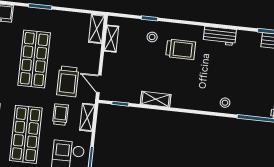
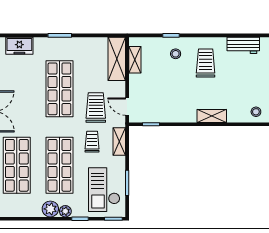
shelving: (97, 29) -> (117, 59), width x1.50, depth x1.33
trolley: (181, 49) -> (206, 63), turned -90
trolley: (68, 81) -> (96, 108), turned 180
shelving: (156, 99) -> (212, 116), moved

